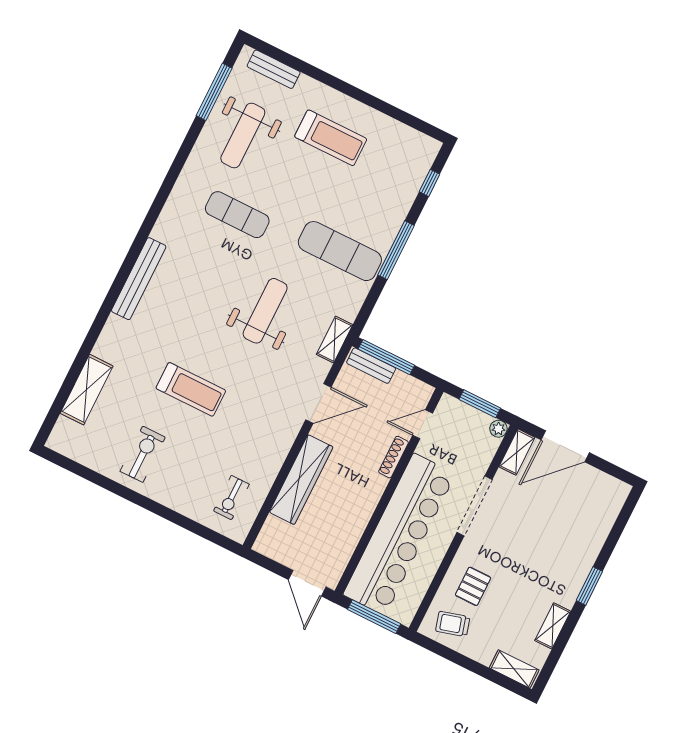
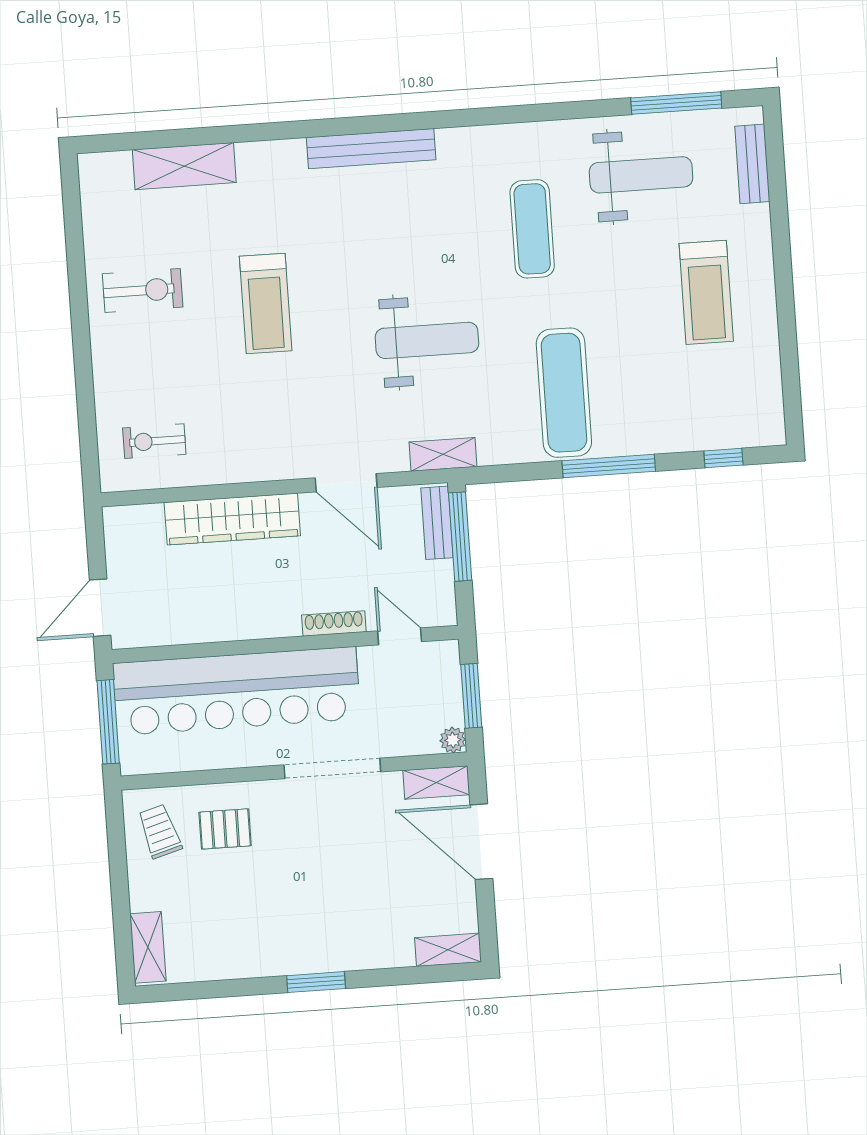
weight bench: (243, 135) -> (641, 175), turned 180
shelving: (553, 626) -> (448, 950), moved

